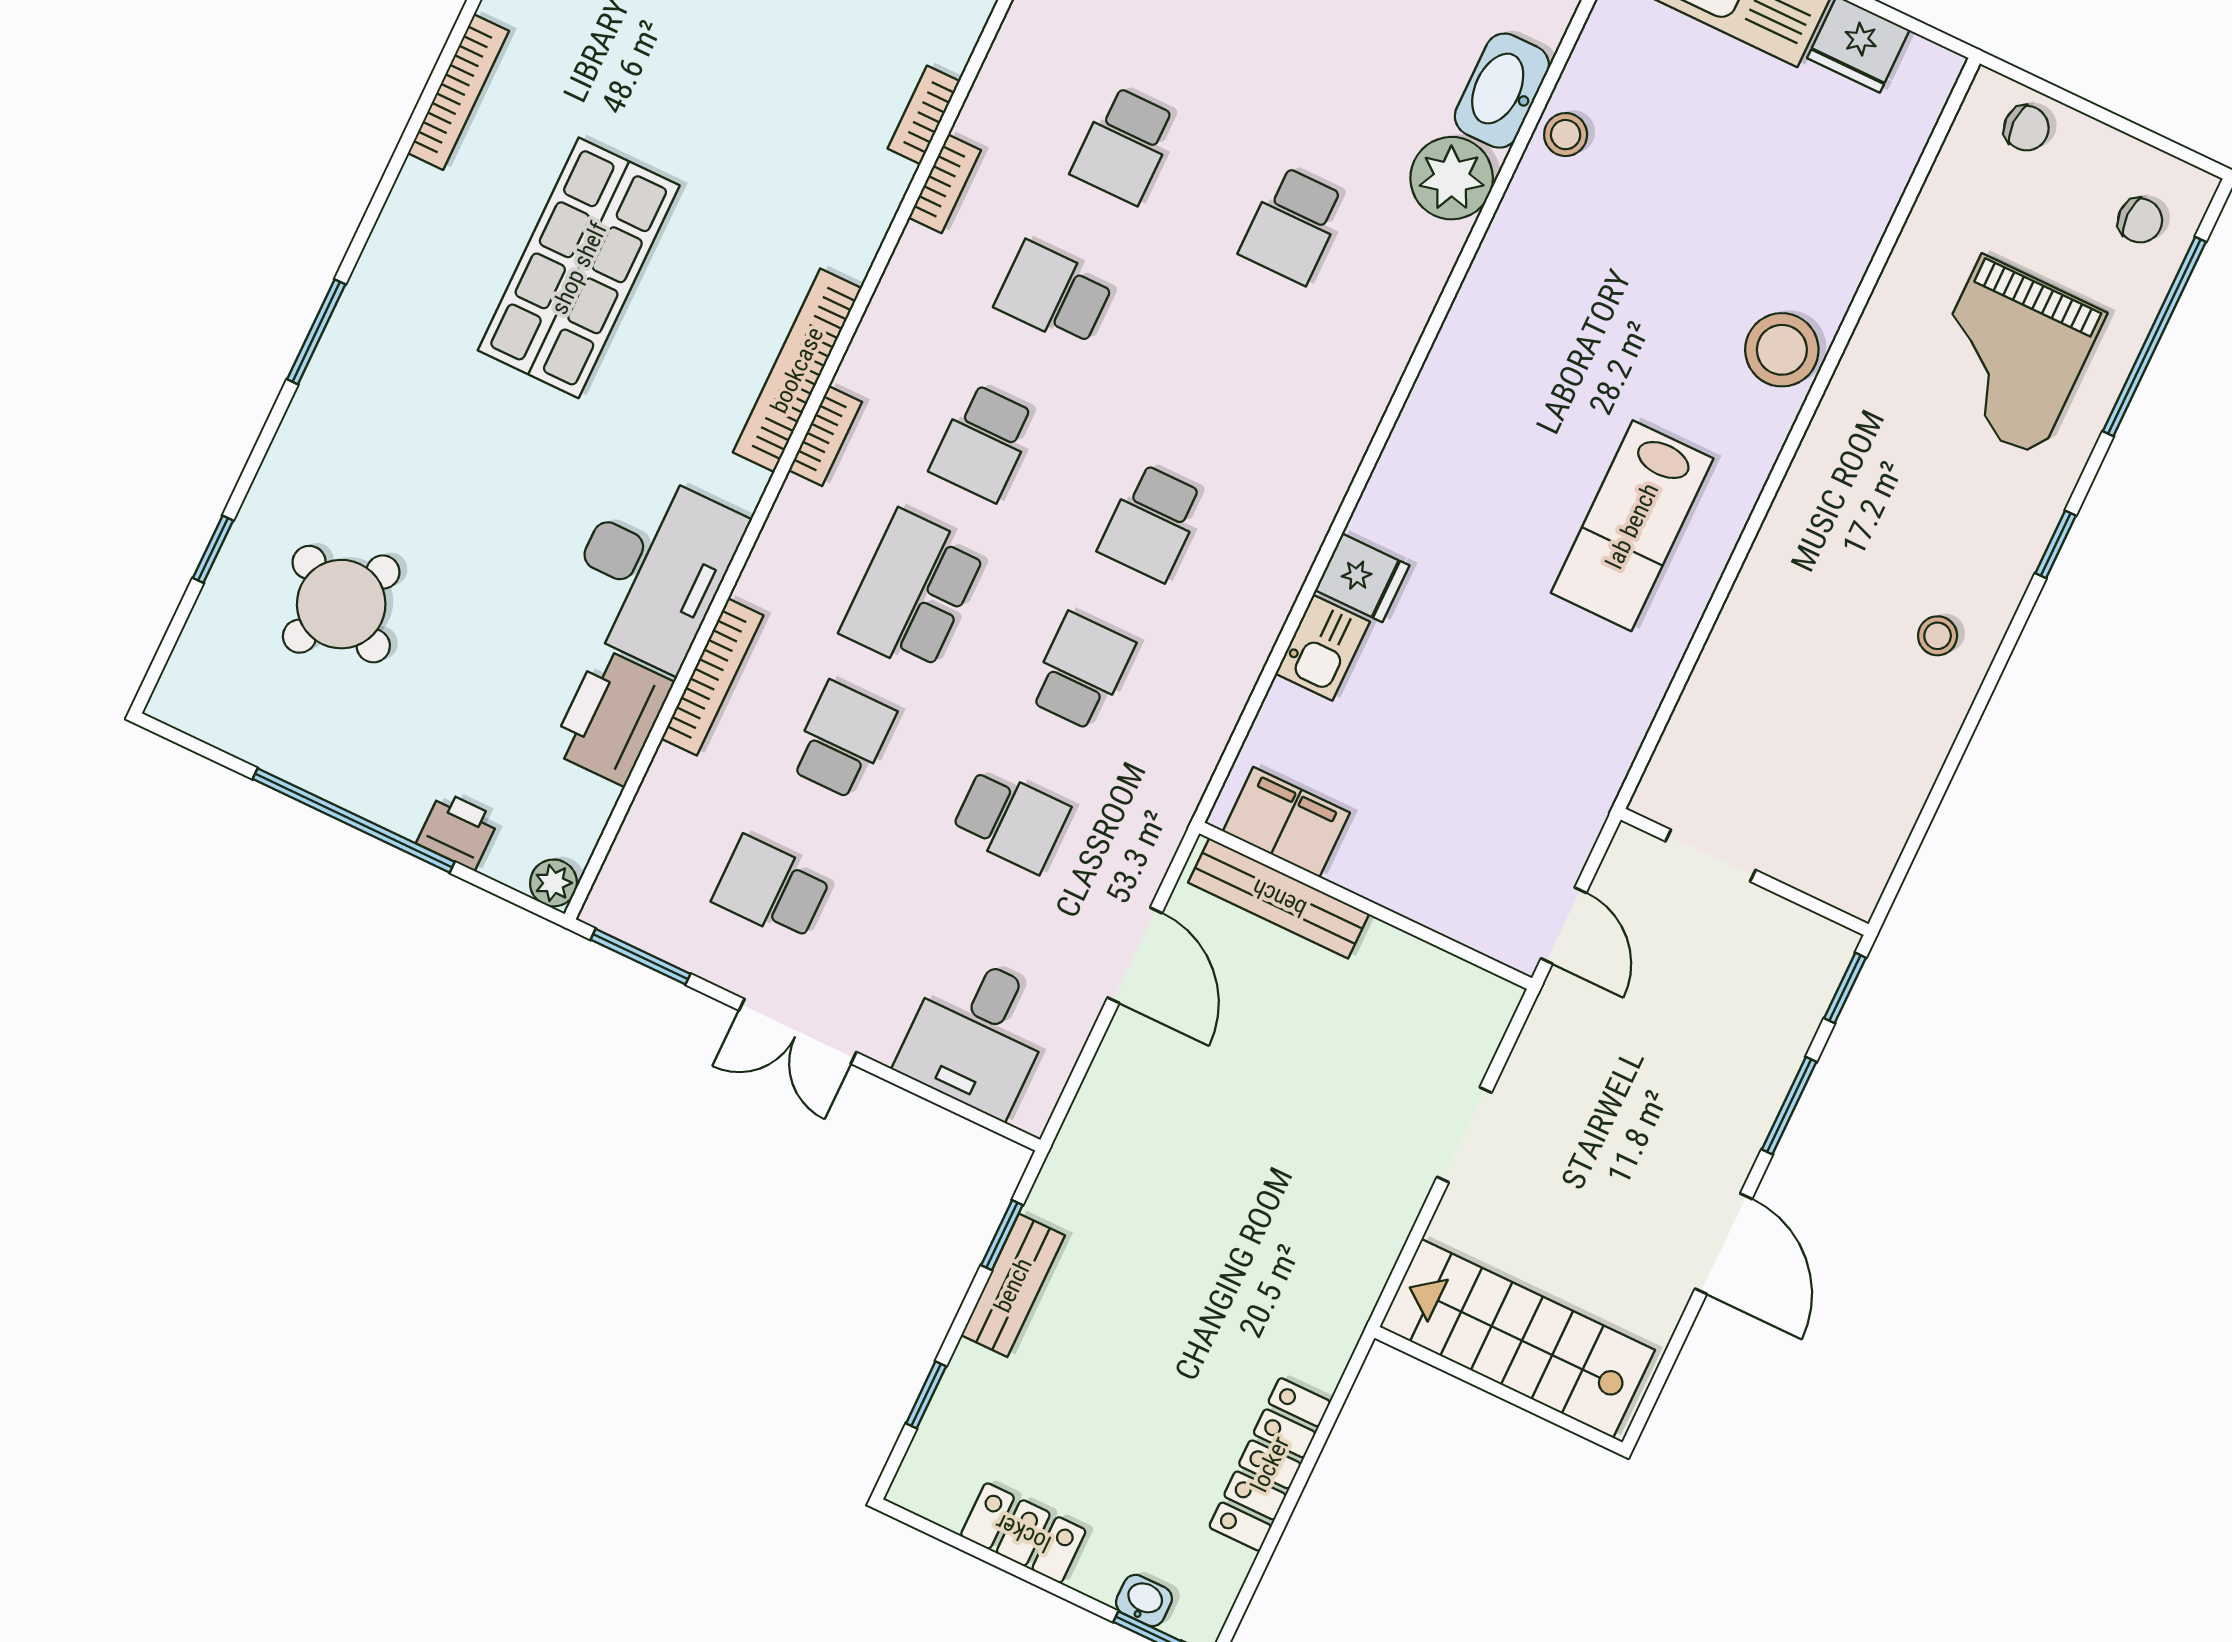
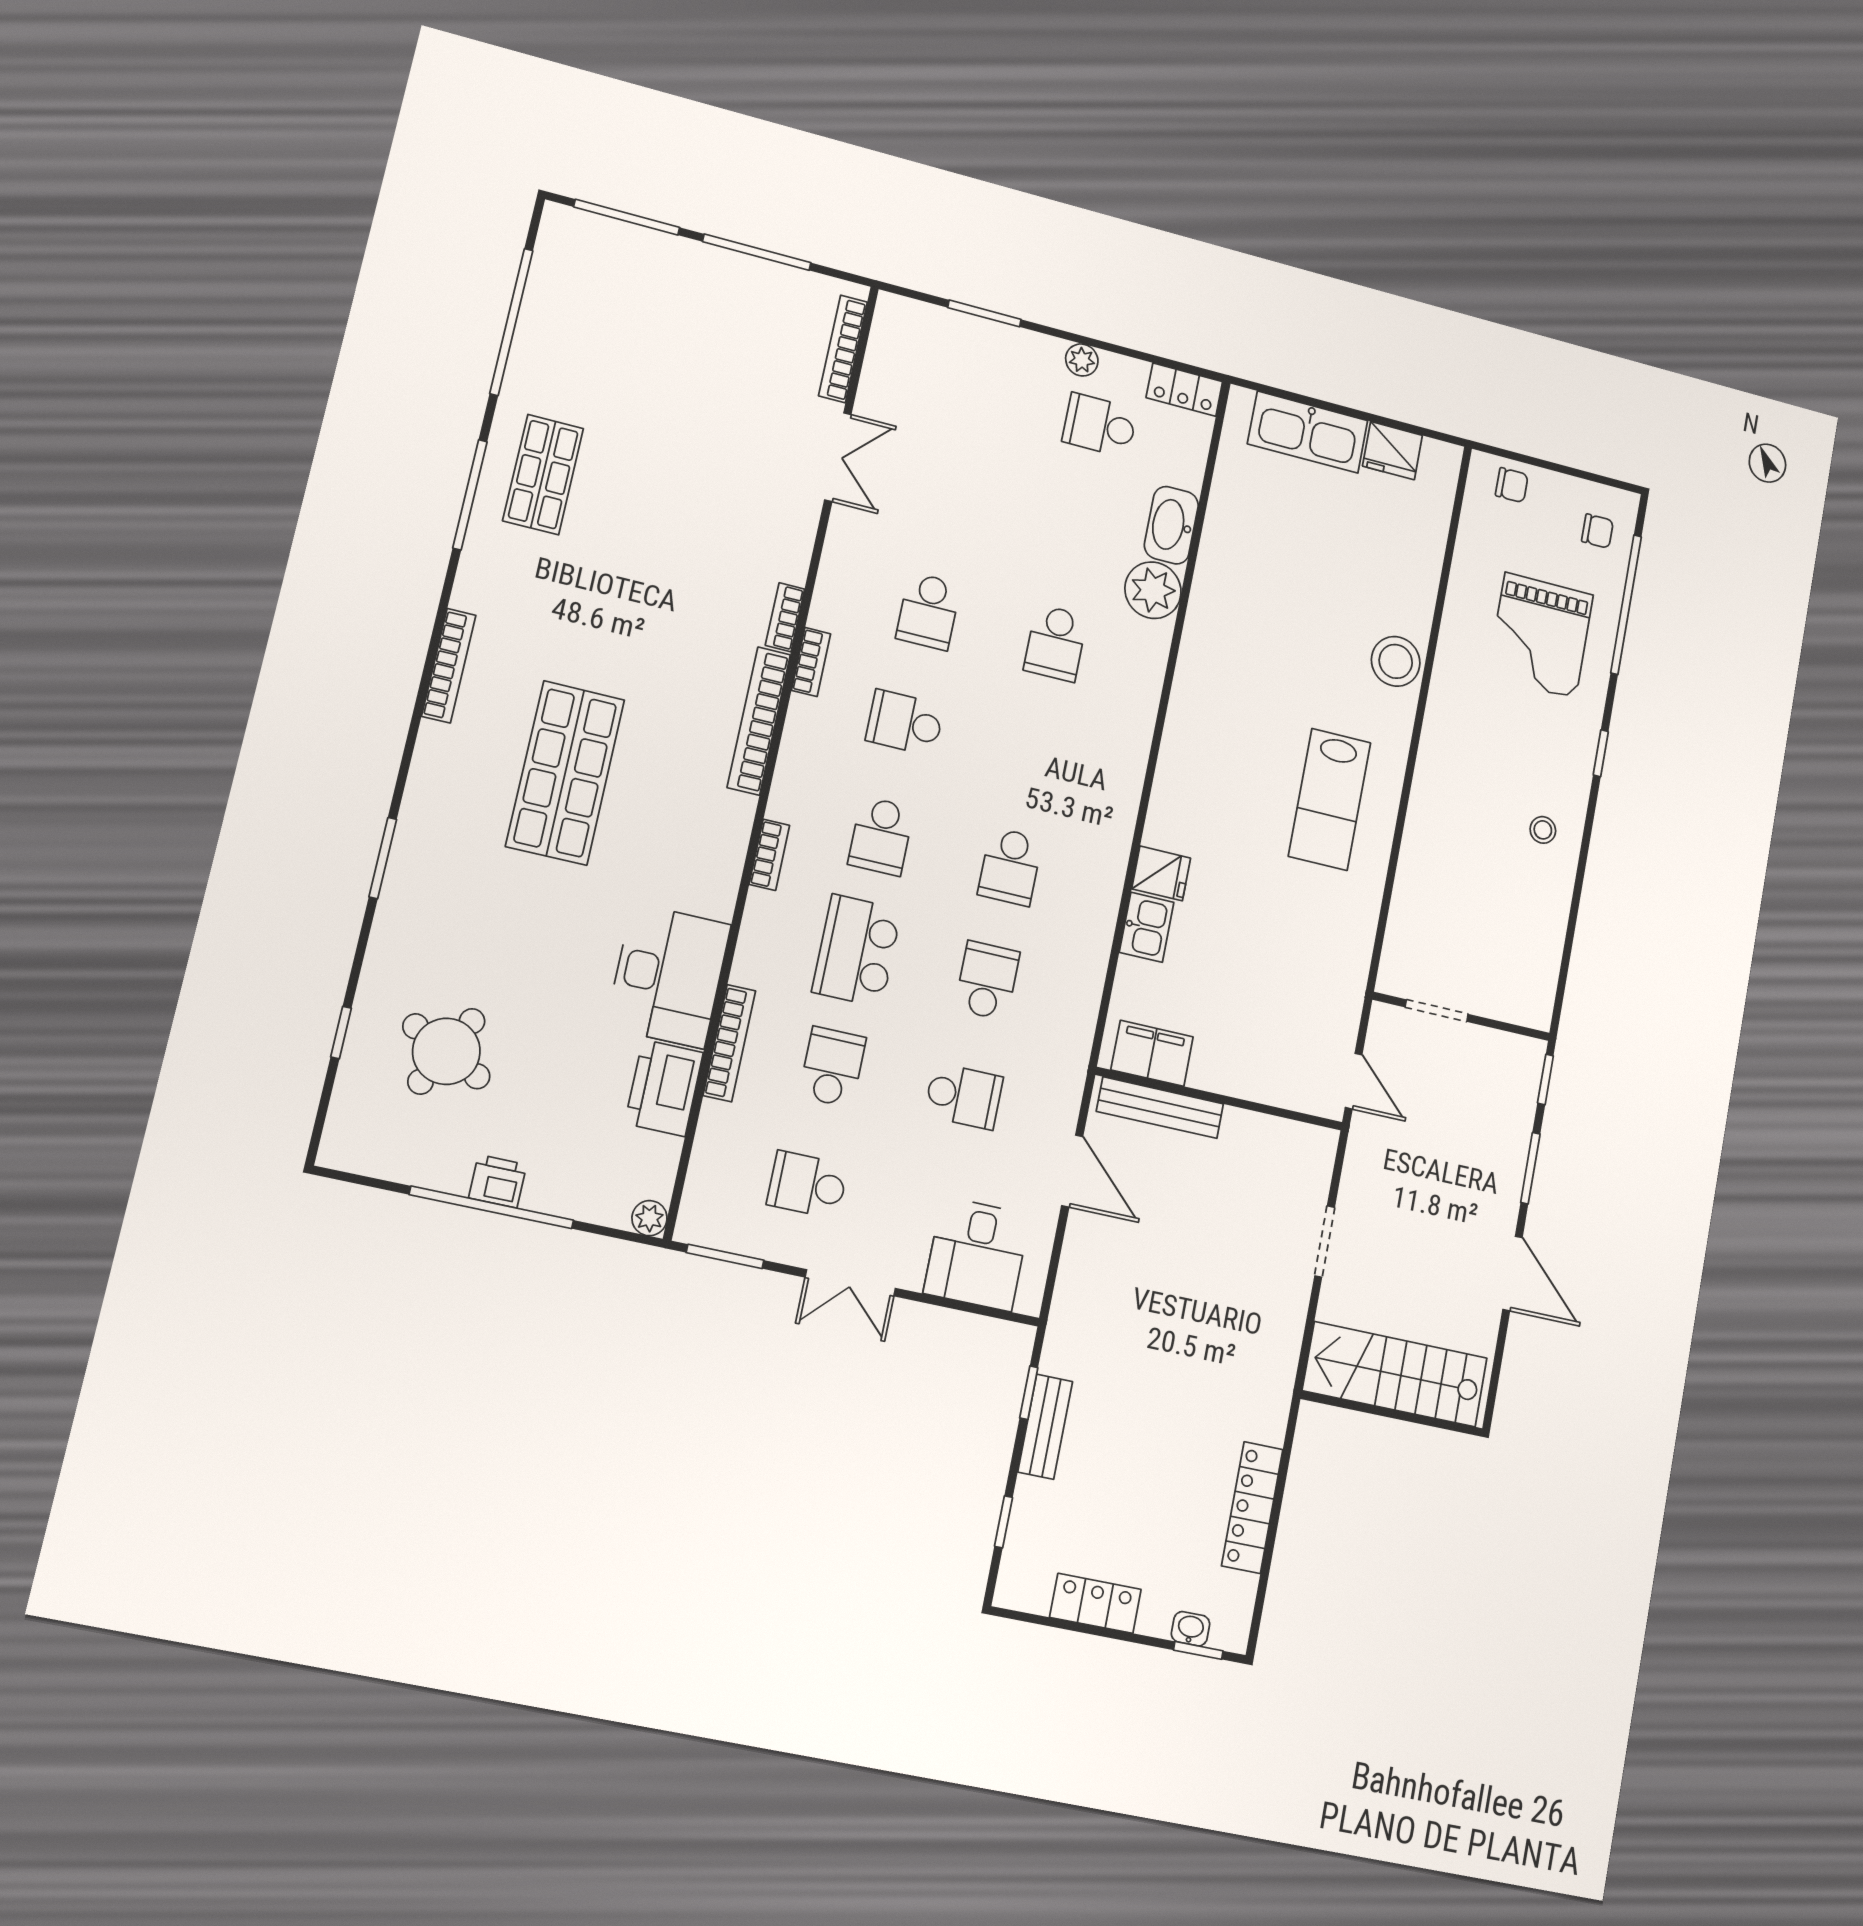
stool: (1566, 135) -> (1220, 546), removed
bookcase: (797, 370) -> (759, 721), moved
printer: (458, 831) -> (498, 1181), moved

